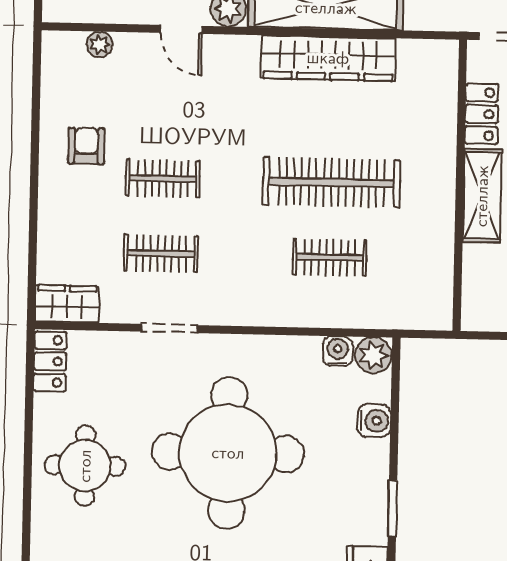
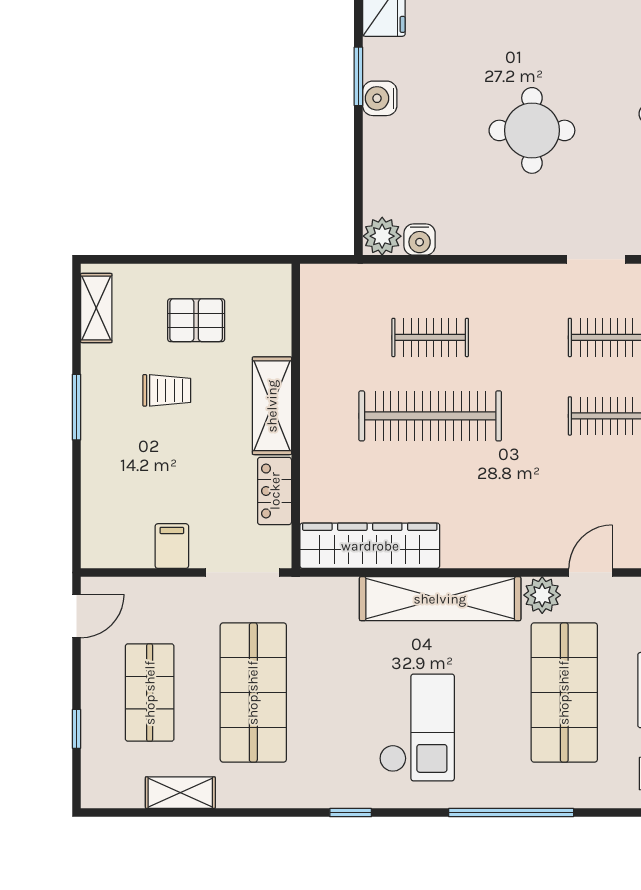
door: (181, 29) -> (591, 572), hinge flipped
wardrobe: (328, 58) -> (370, 546), moved
water cooler: (374, 421) -> (380, 98), moved
round table: (228, 453) -> (532, 130), width x0.54, depth x0.54

